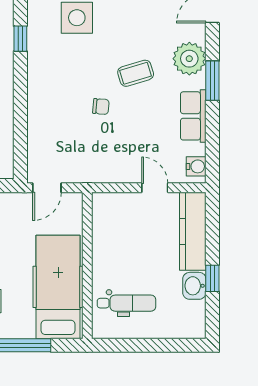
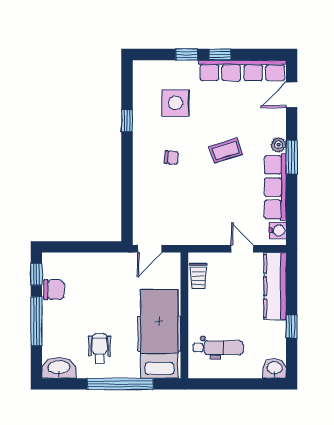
plant: (189, 59) -> (279, 145), width x0.53, depth x0.53
chair: (101, 107) -> (171, 158), moved
row of seats: (193, 116) -> (275, 187), width x1.48
trolley: (104, 220) -> (198, 276), added
washbasin: (194, 286) -> (274, 368), moved, turned 90

